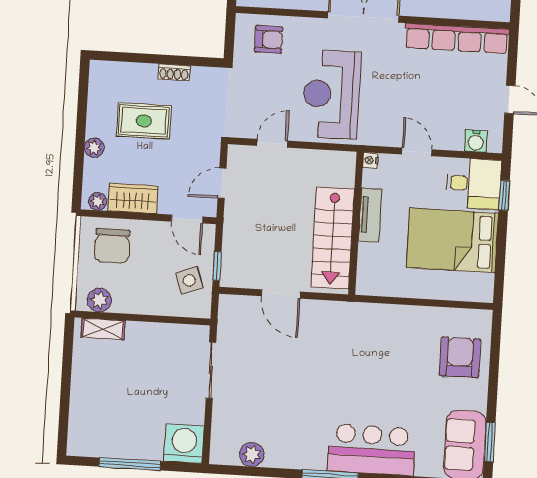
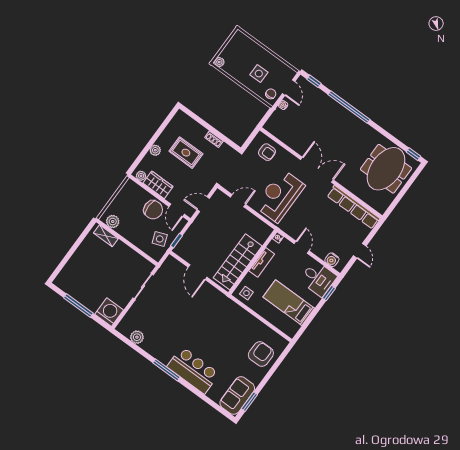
bed: (452, 240) -> (289, 303), width x0.67
chair: (112, 246) -> (153, 210), moved, turned -90
side table: (377, 277) -> (246, 293), added

